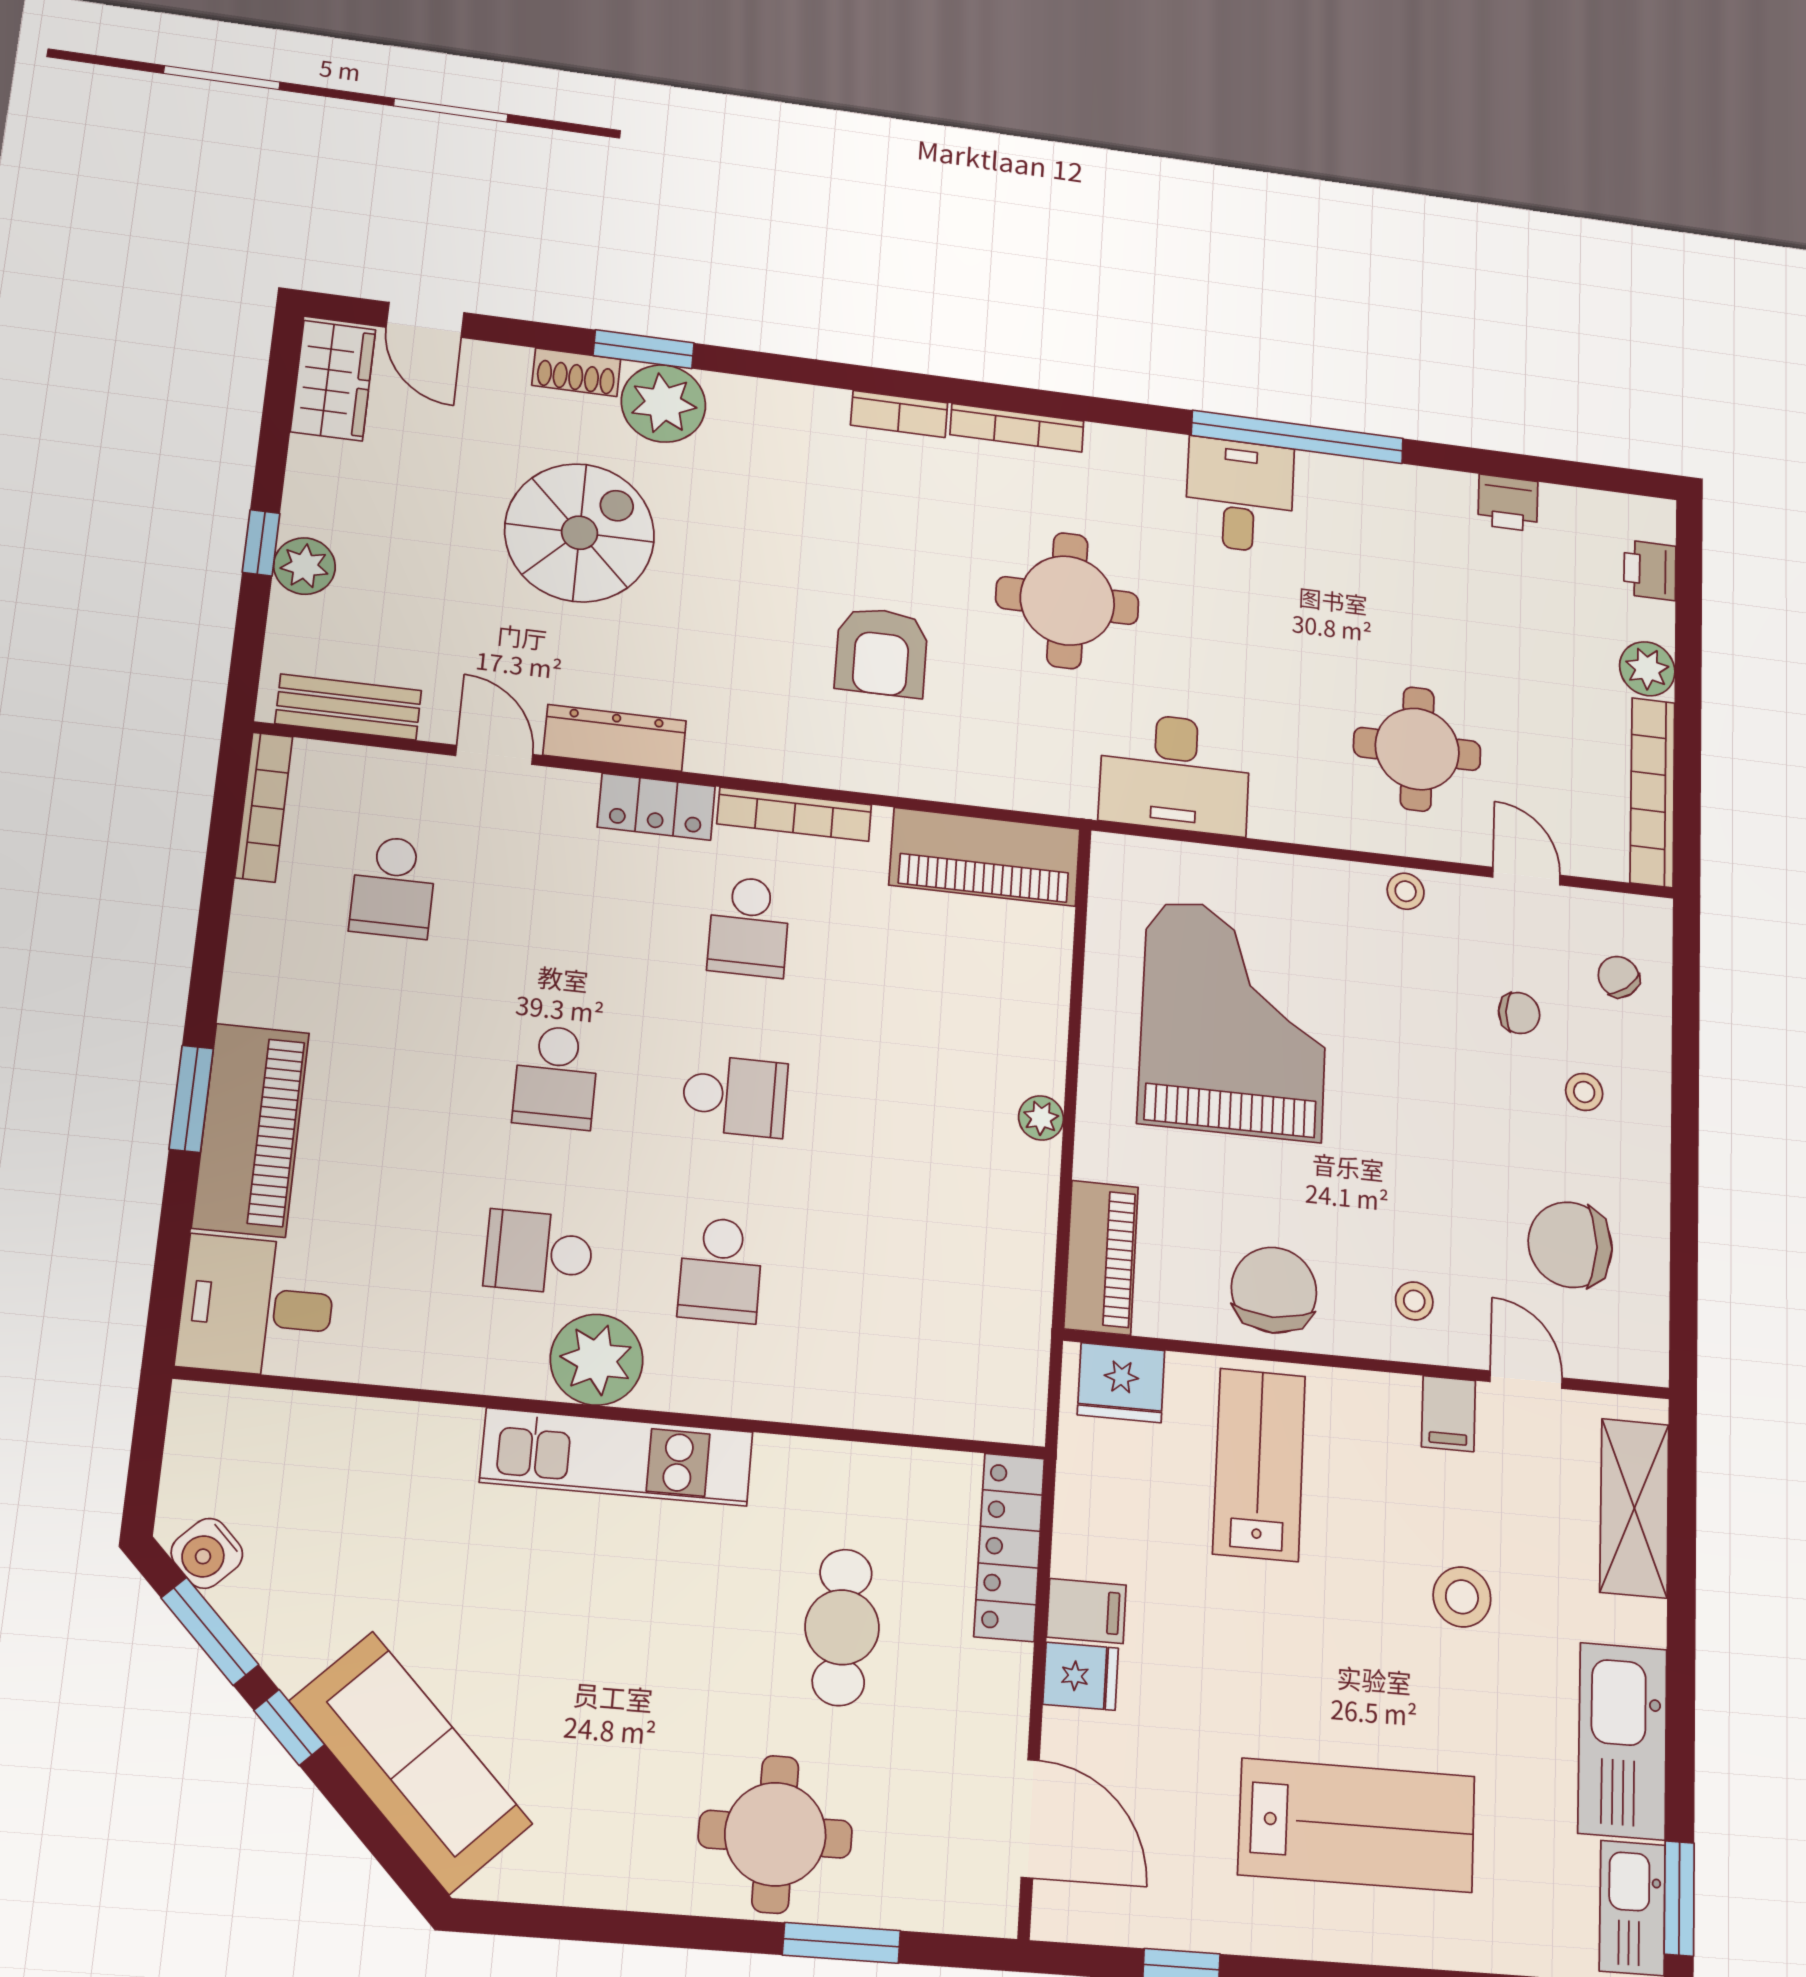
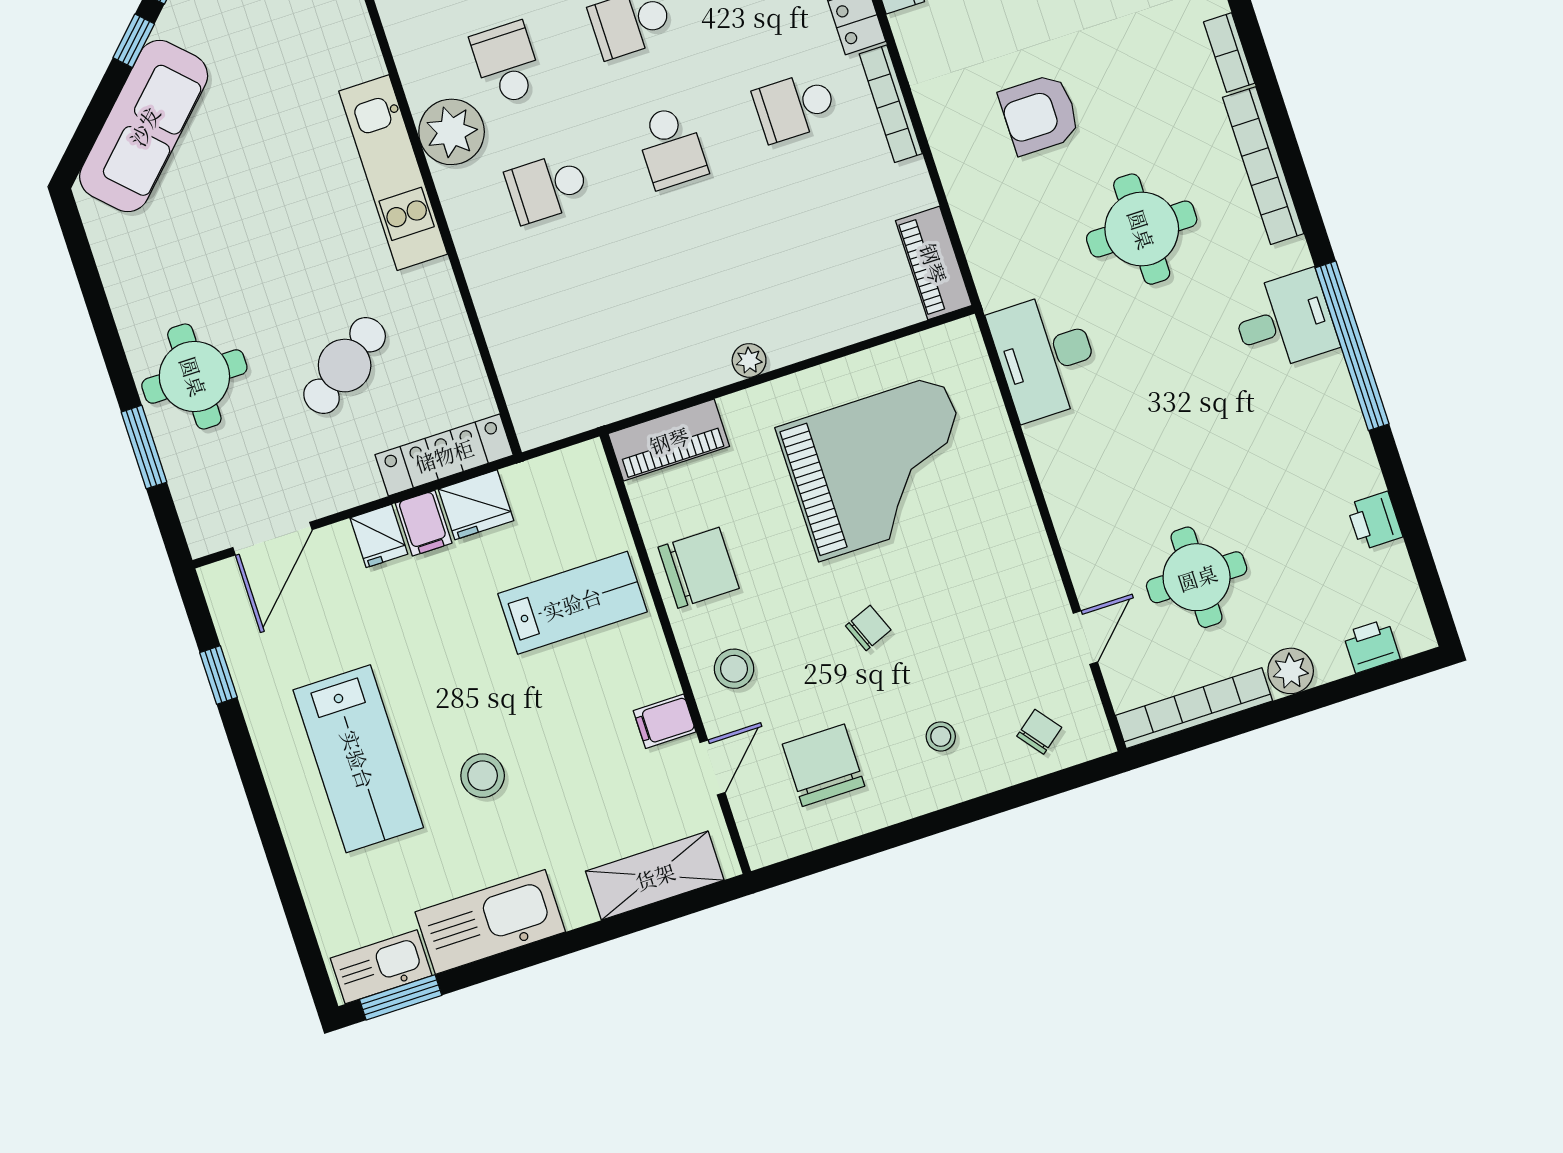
bookcase: (1017, 428) -> (1263, 166), width x1.48, depth x1.31
round table: (1417, 749) -> (1197, 577), moved
piano: (985, 857) -> (934, 263), width x0.73, depth x0.75
stool: (1406, 891) -> (1033, 554), removed
chair: (1519, 1013) -> (868, 628), moved, turned -112
stool: (1414, 1301) -> (734, 669), width x1.37, depth x1.37
fridge: (1121, 1383) -> (476, 505), moved, turned -90
stool: (1462, 1597) -> (483, 776), moved
cafe table: (842, 1627) -> (345, 366), turned -35

